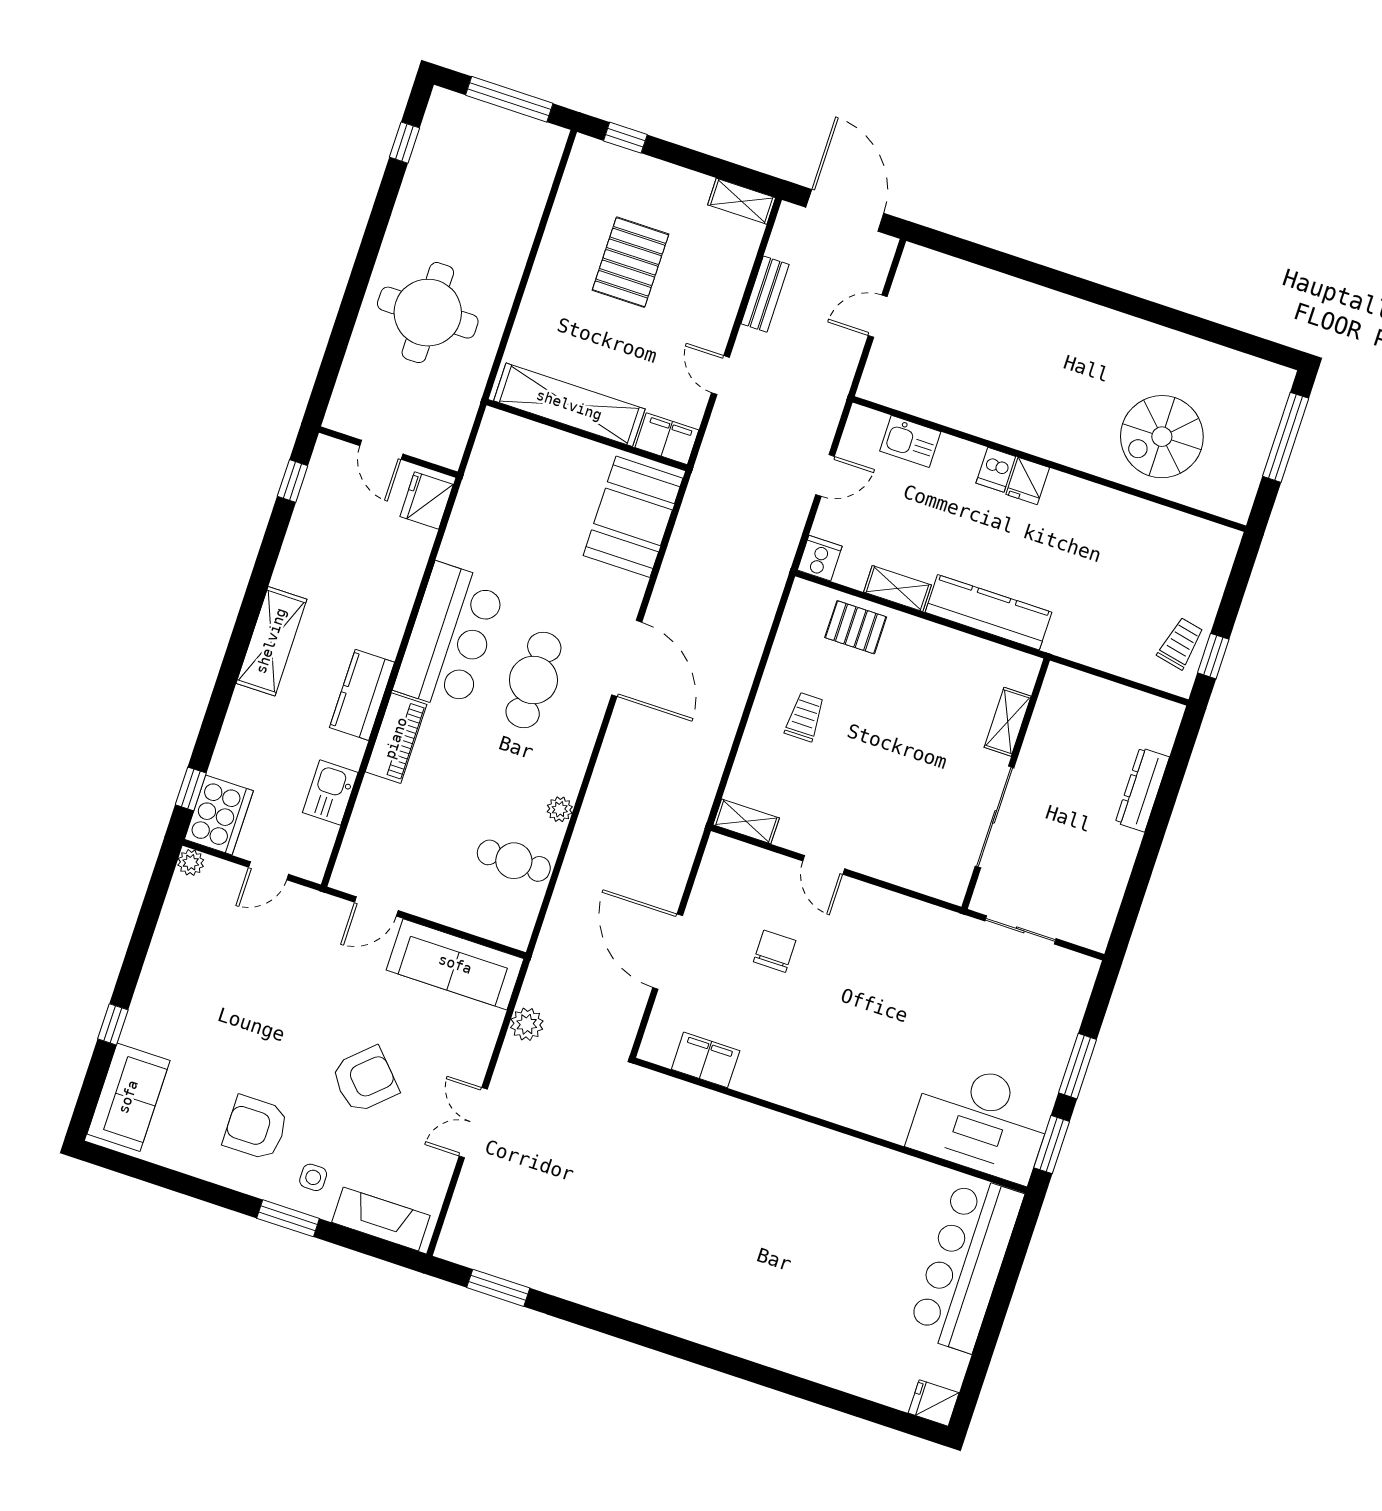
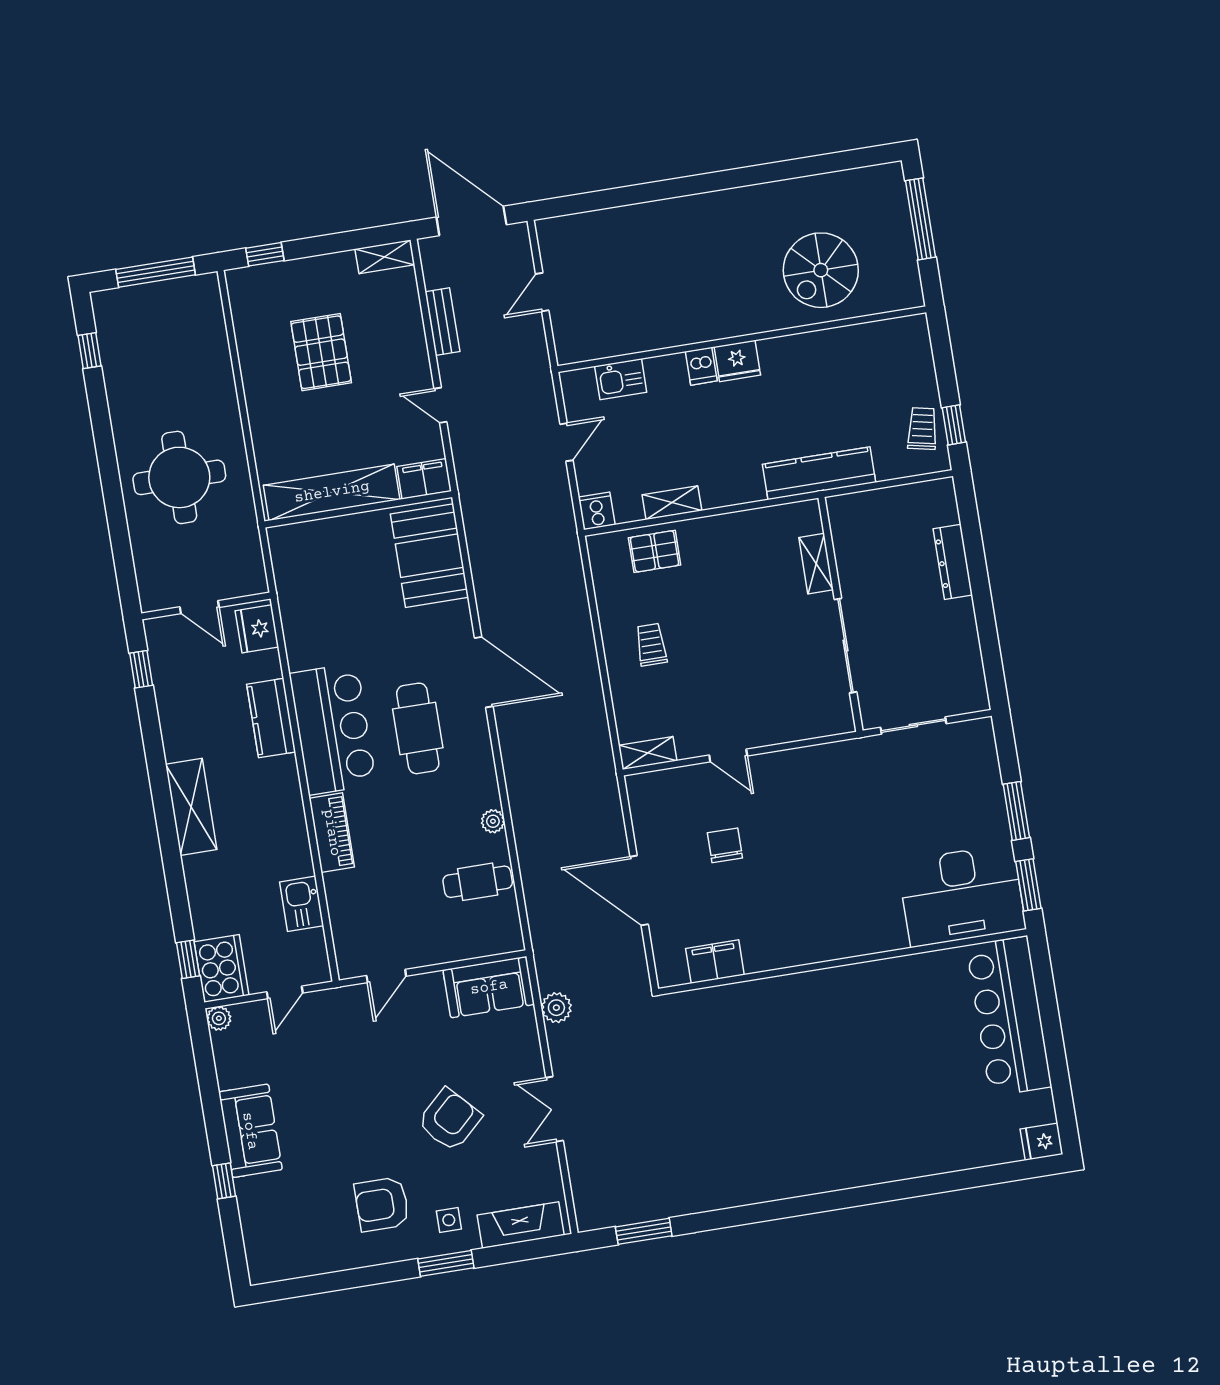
fridge: (1028, 481) -> (737, 361), width x1.38
kitchen counter: (988, 612) -> (819, 473), moved
kitchen counter: (362, 695) -> (271, 718), moved
sofa: (455, 964) -> (489, 987), width x0.73
sofa: (128, 1097) -> (250, 1131), moved

